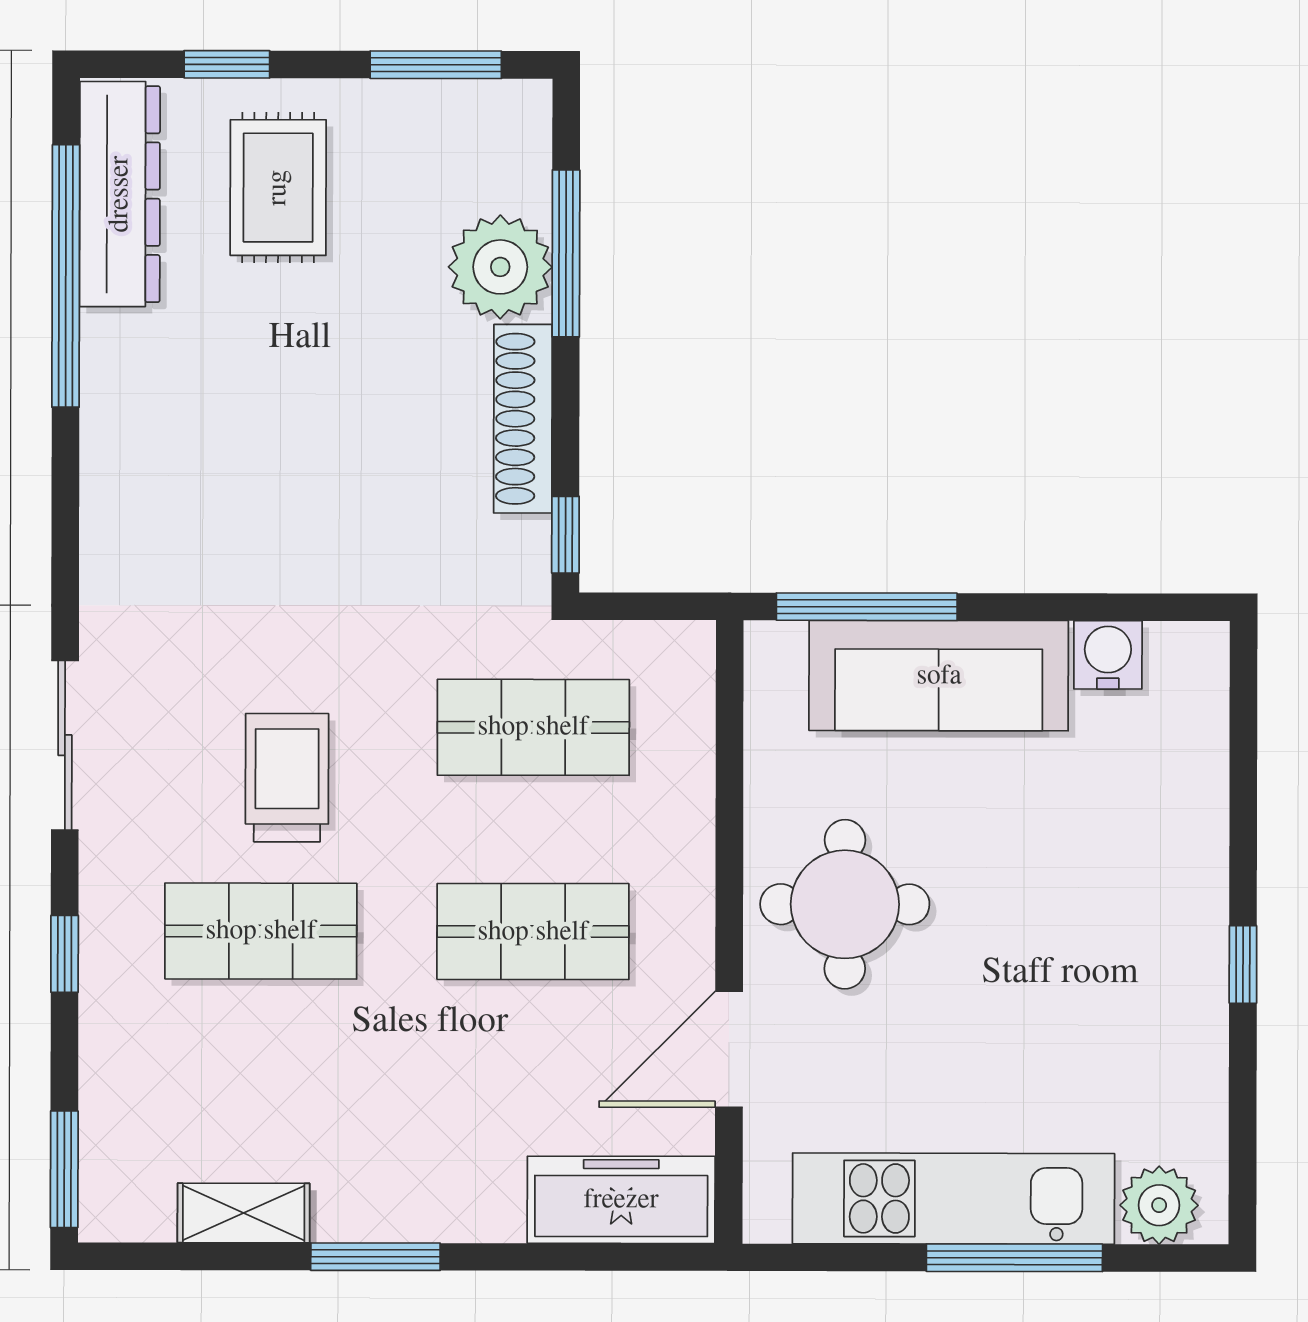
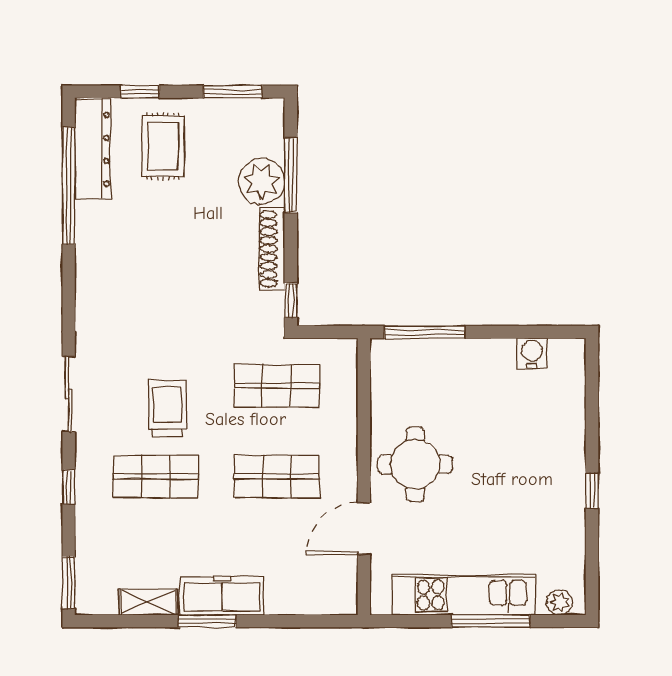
sofa: (939, 676) -> (457, 363), removed
freezer: (621, 1200) -> (222, 596), moved
plant: (1159, 1205) -> (560, 602), width x0.73, depth x0.73

